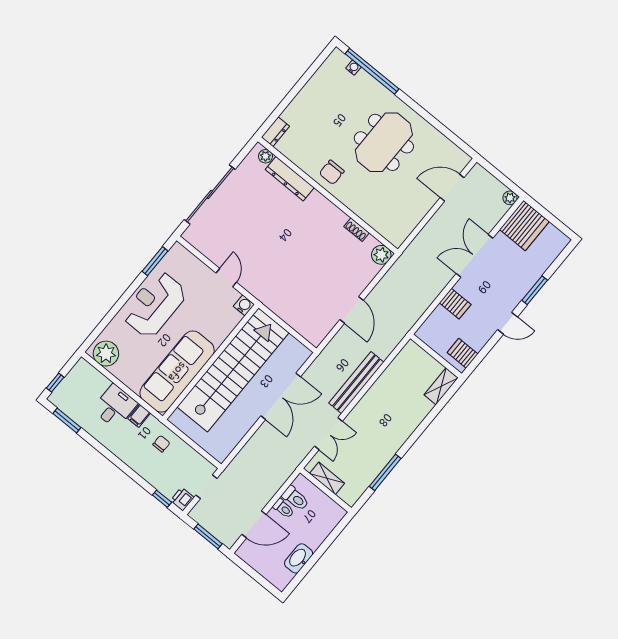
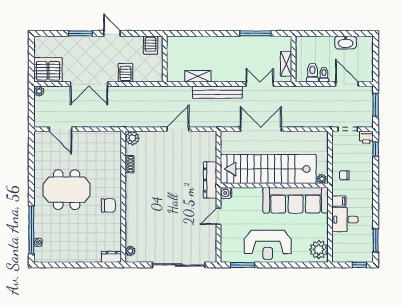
dresser: (290, 179) -> (210, 180), moved, turned 180
shelving: (441, 386) -> (198, 76), moved
plant: (177, 417) -> (322, 179), added

